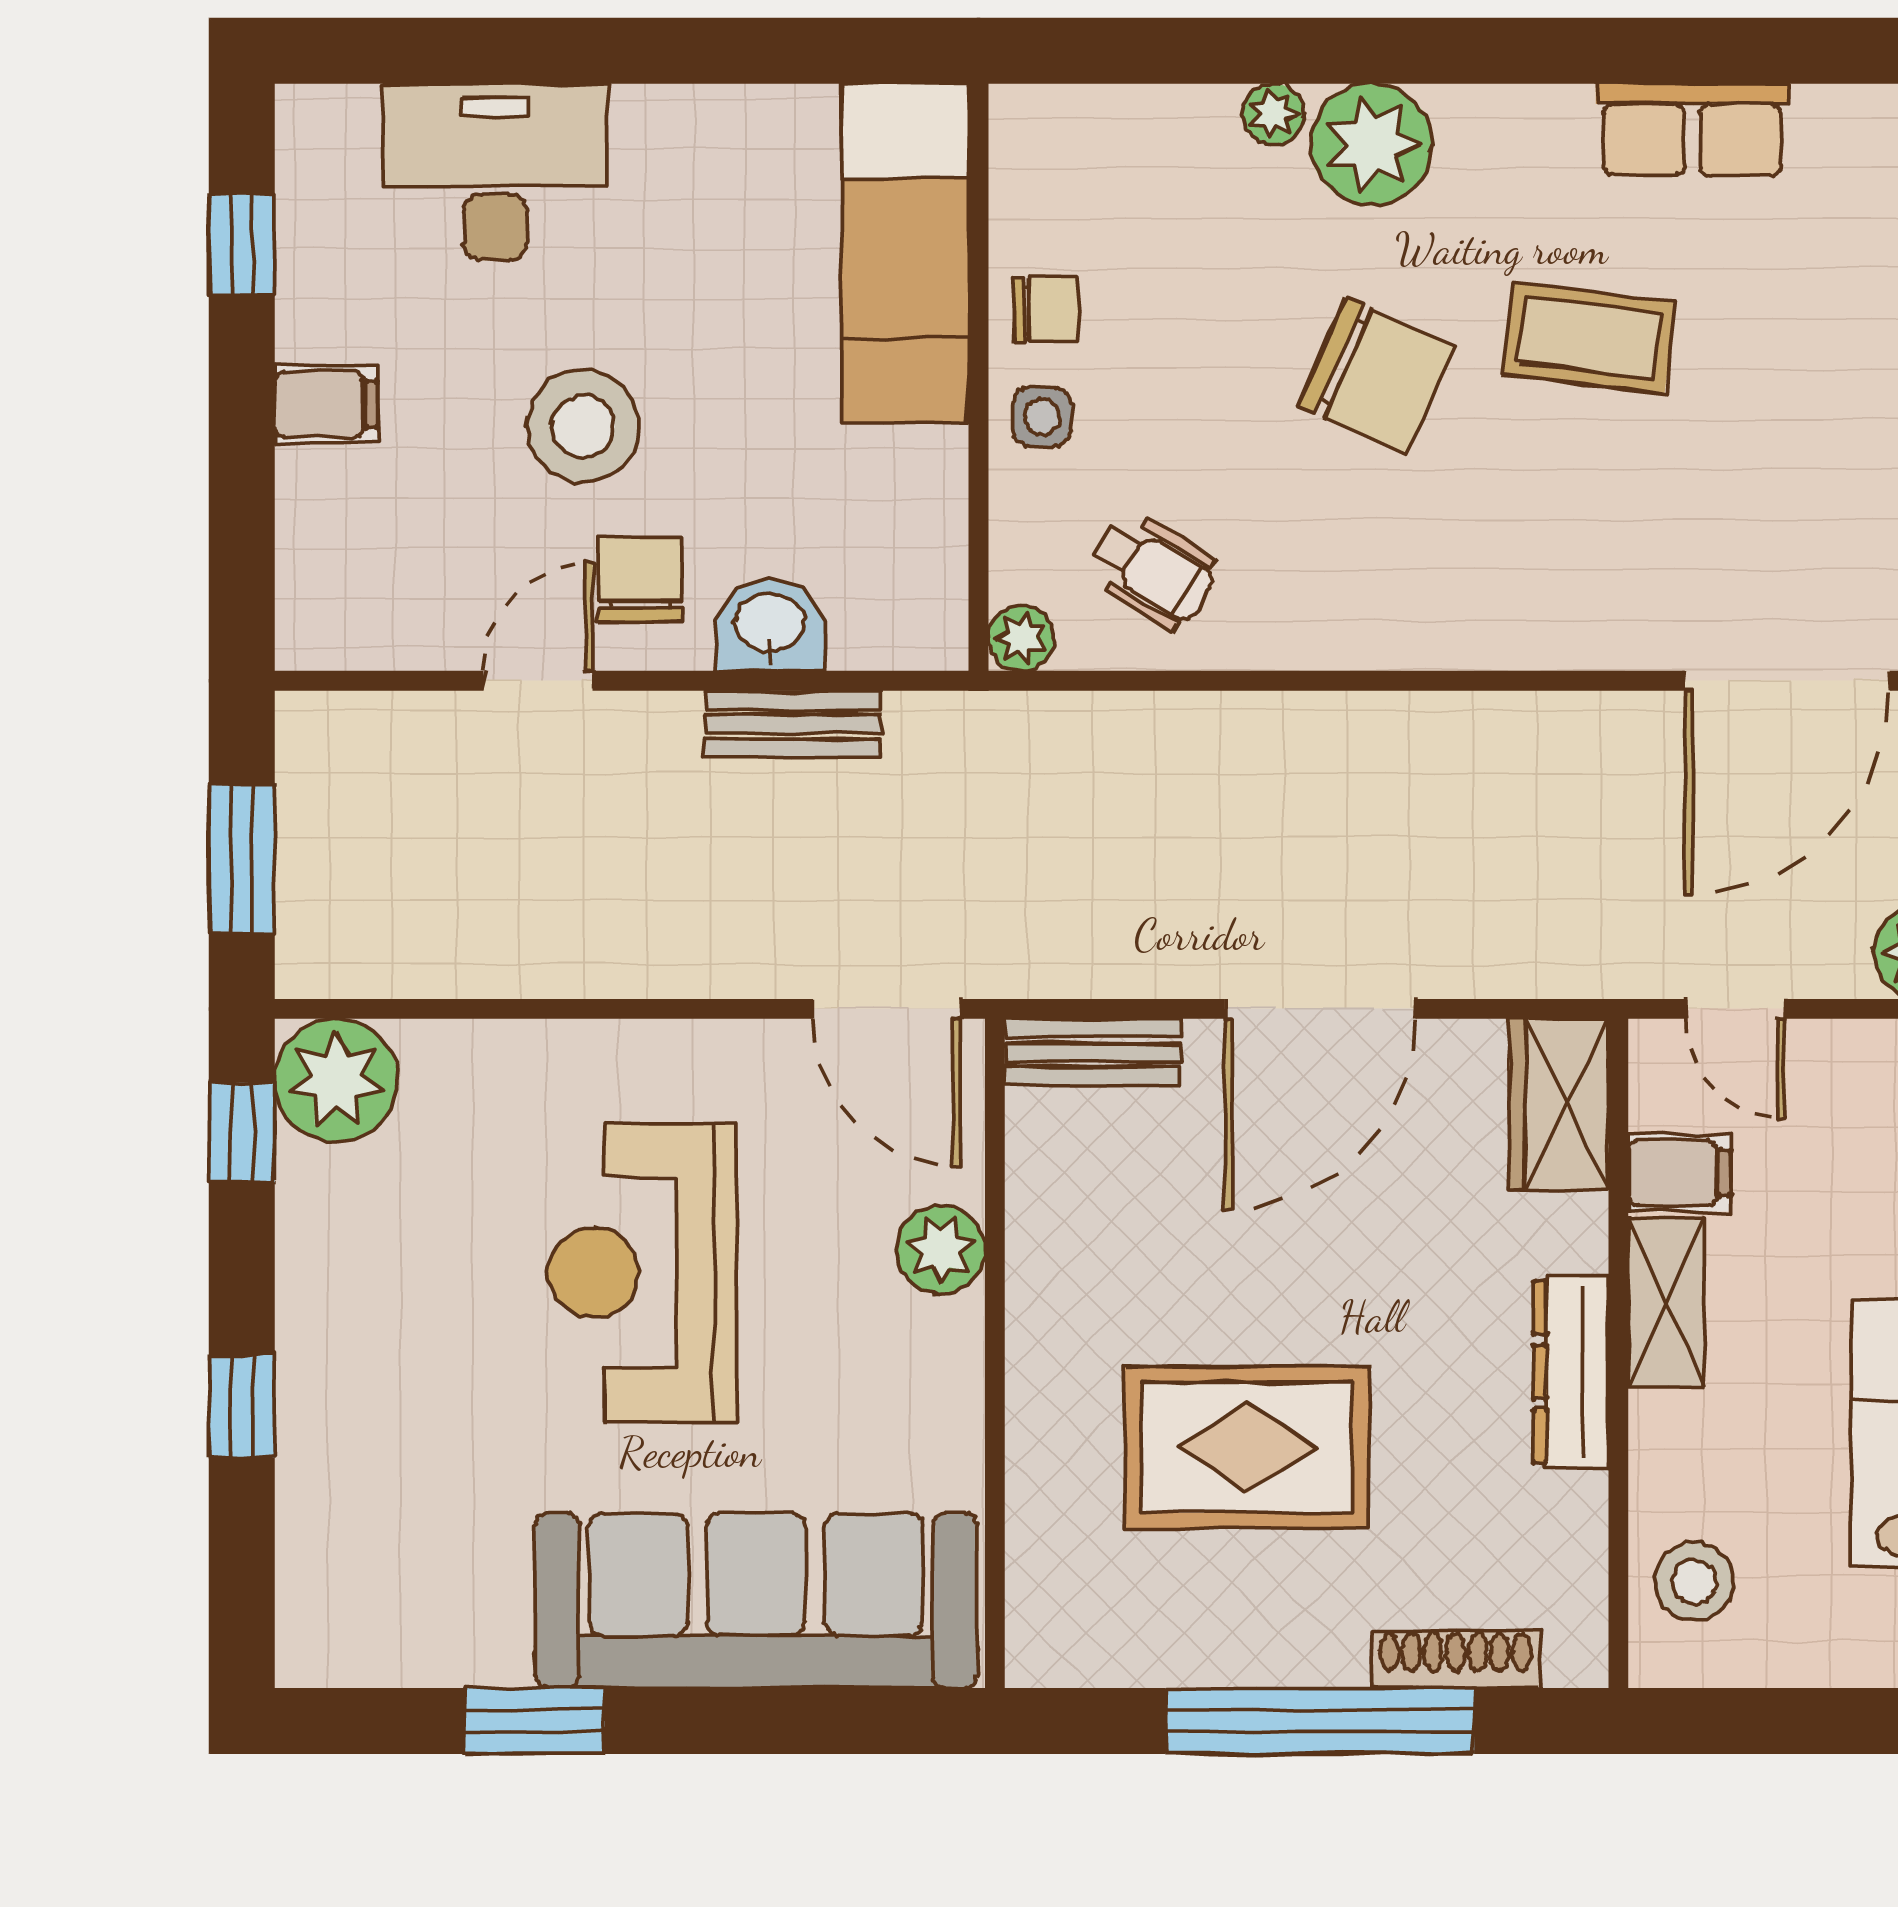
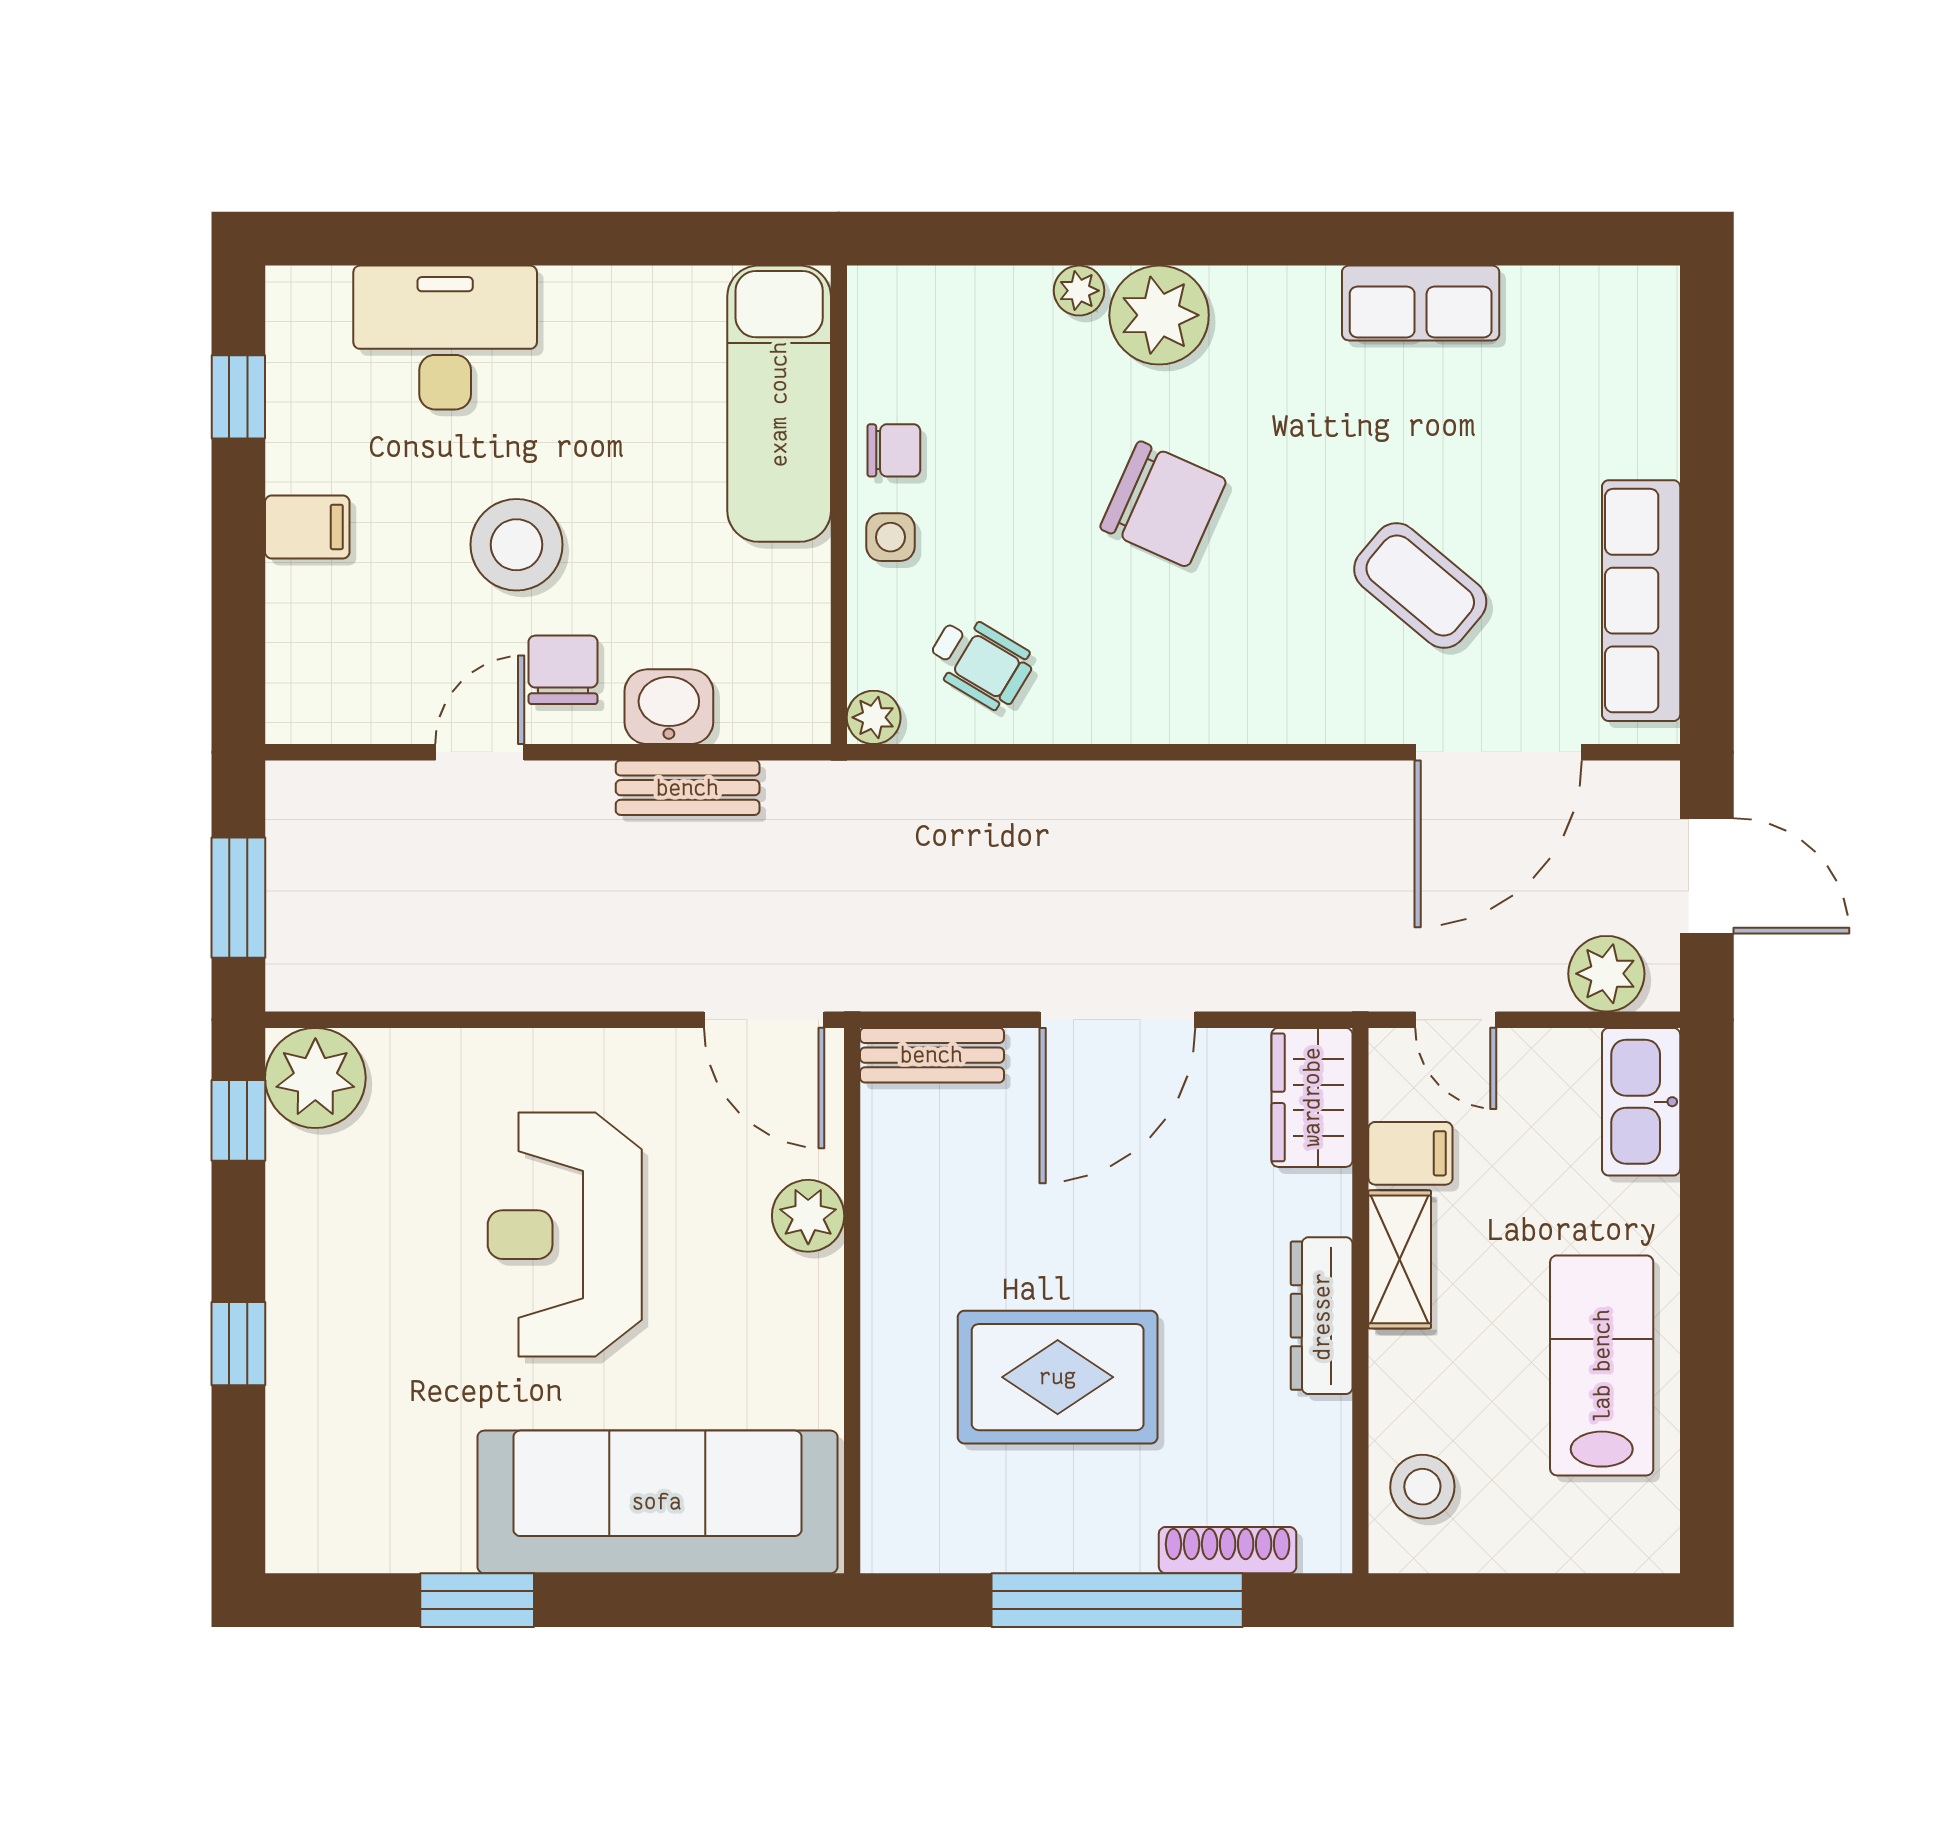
coffee table: (1589, 338) -> (1420, 585), moved, turned 33

